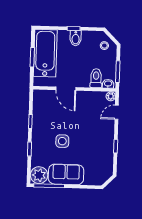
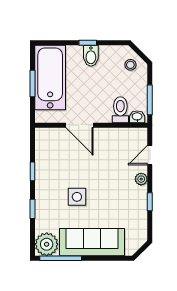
plant: (111, 96) -> (141, 179), moved
sofa: (66, 174) -> (92, 242), width x1.36

